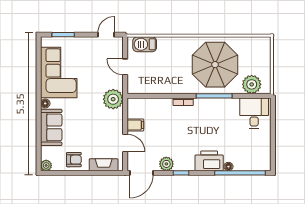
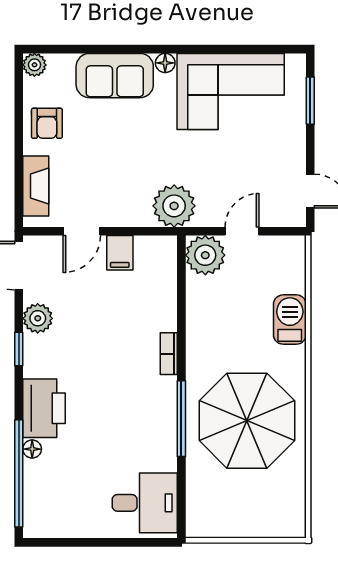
barbecue: (145, 44) -> (290, 320), moved
plant: (252, 84) -> (205, 255), moved

